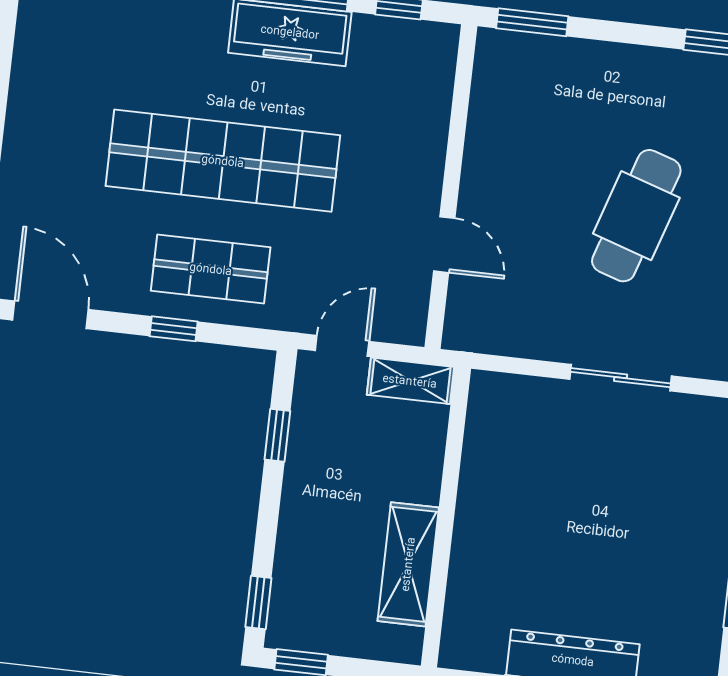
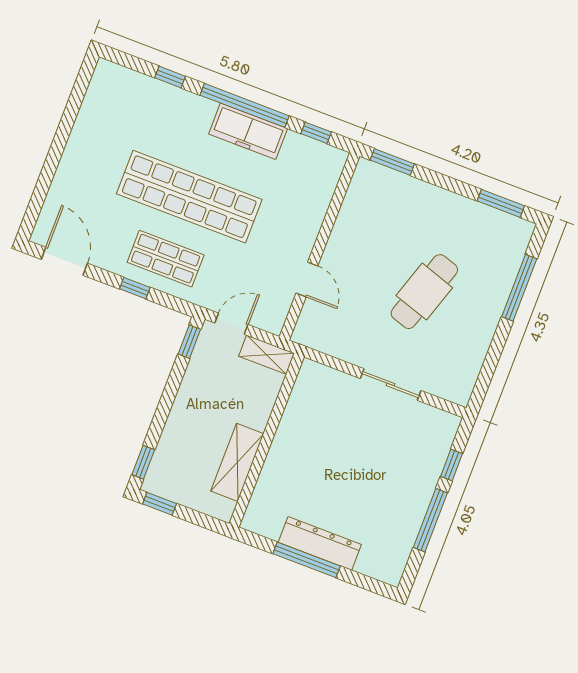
window: (277, 435) -> (189, 342), moved

